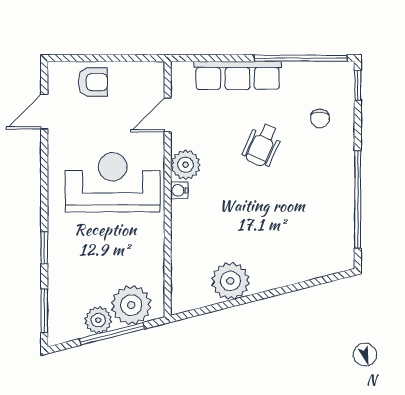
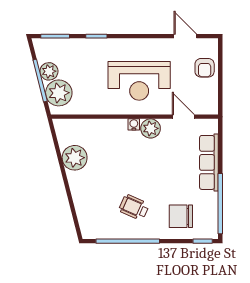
chair: (320, 118) -> (181, 216), width x1.87, depth x1.87
wheelchair: (262, 145) -> (134, 207), moved
reception desk: (113, 182) -> (139, 81), turned 90

